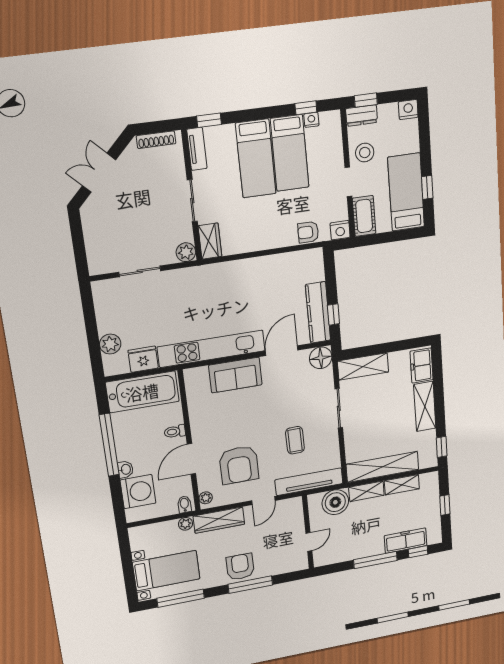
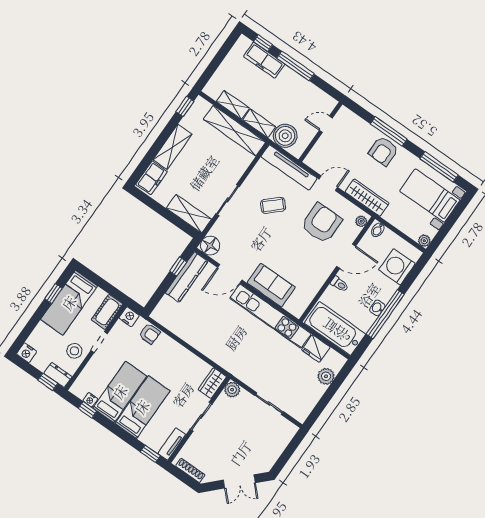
coffee table: (295, 440) -> (273, 205), turned 48
washbasin: (125, 469) -> (377, 308), moved
window: (445, 505) -> (217, 61), removed
plant: (186, 524) -> (424, 241), moved

